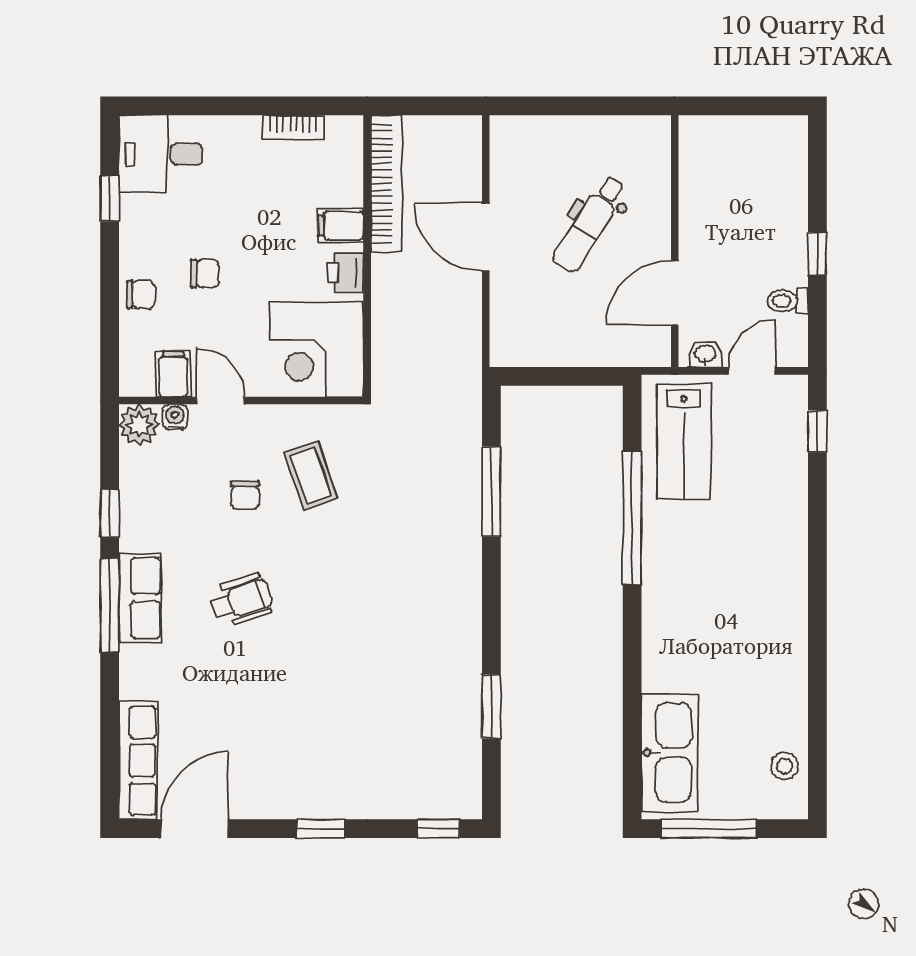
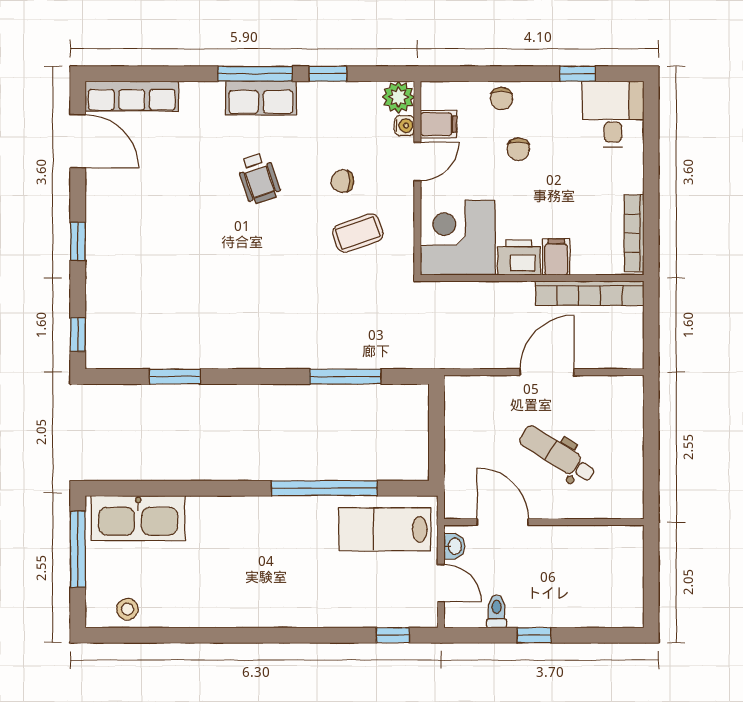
bookcase: (293, 128) -> (634, 233), width x1.56
printer: (345, 273) -> (519, 257), width x1.36, depth x1.24

